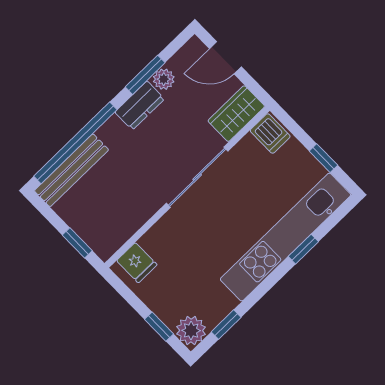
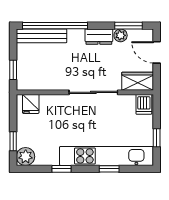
window: (145, 75) -> (128, 26), moved
window: (226, 325) -> (61, 169), moved

